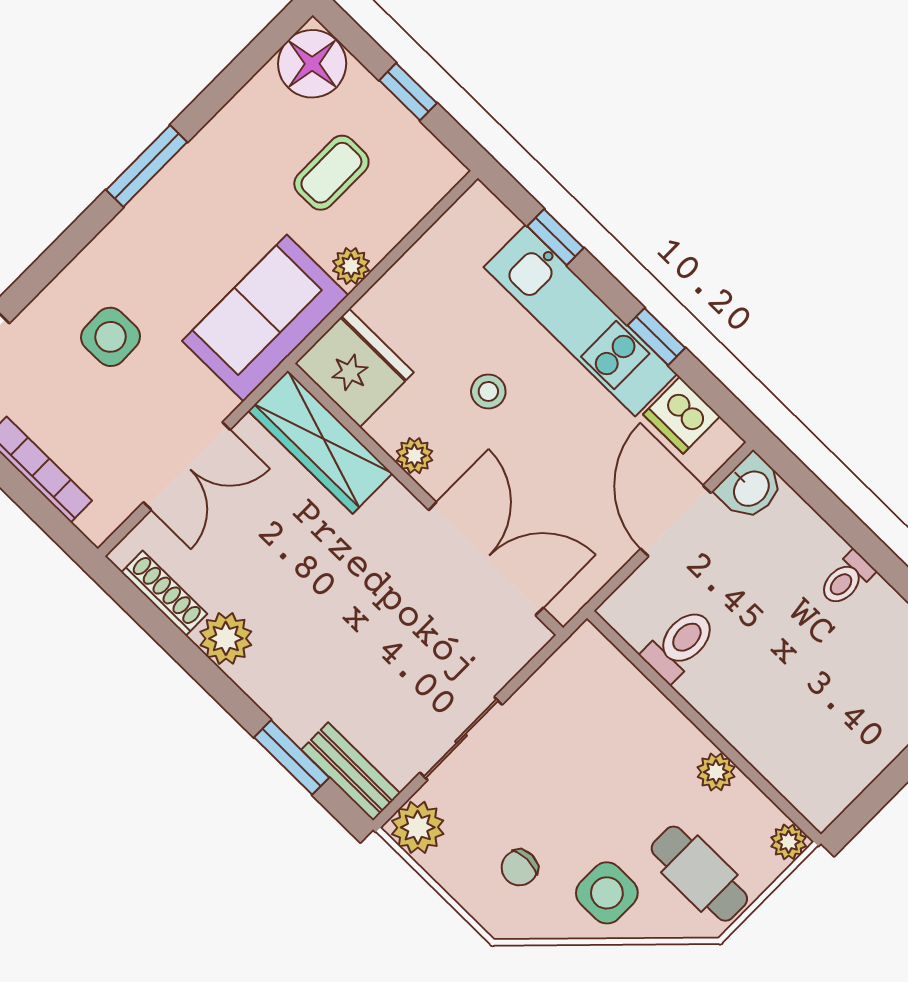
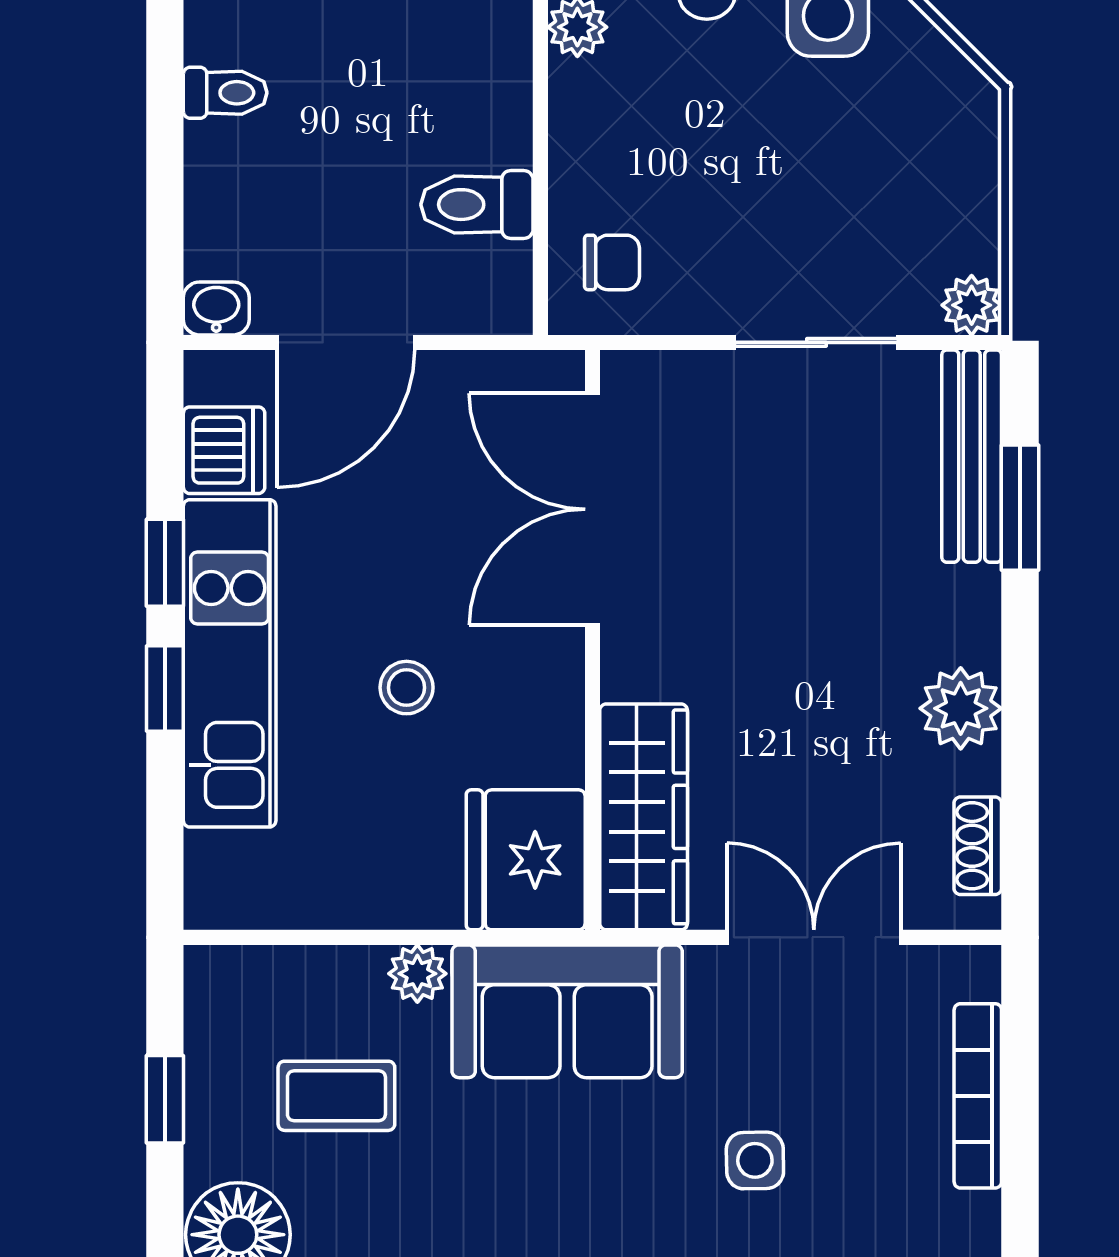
window: (555, 237) -> (165, 689), moved
side table: (111, 337) -> (755, 1160), width x0.73, depth x0.73
plant: (414, 456) -> (557, 699), removed
washbasin: (750, 488) -> (216, 308), width x0.72, depth x0.69
shoe rack: (164, 593) -> (978, 846), width x0.70
bench: (351, 772) -> (972, 456), width x1.36
plant: (418, 827) -> (972, 305), width x0.73, depth x0.73
chair: (520, 868) -> (612, 262), moved

